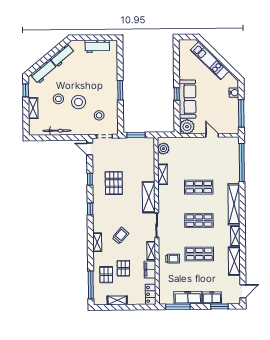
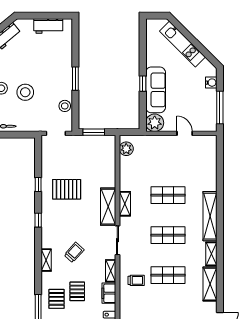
stool: (99, 115) -> (65, 106), moved
door: (90, 149) -> (38, 148), removed
window: (242, 163) -> (220, 166), removed
shelving: (162, 174) -> (125, 204), moved
pallet: (114, 183) -> (67, 189), turned 90

